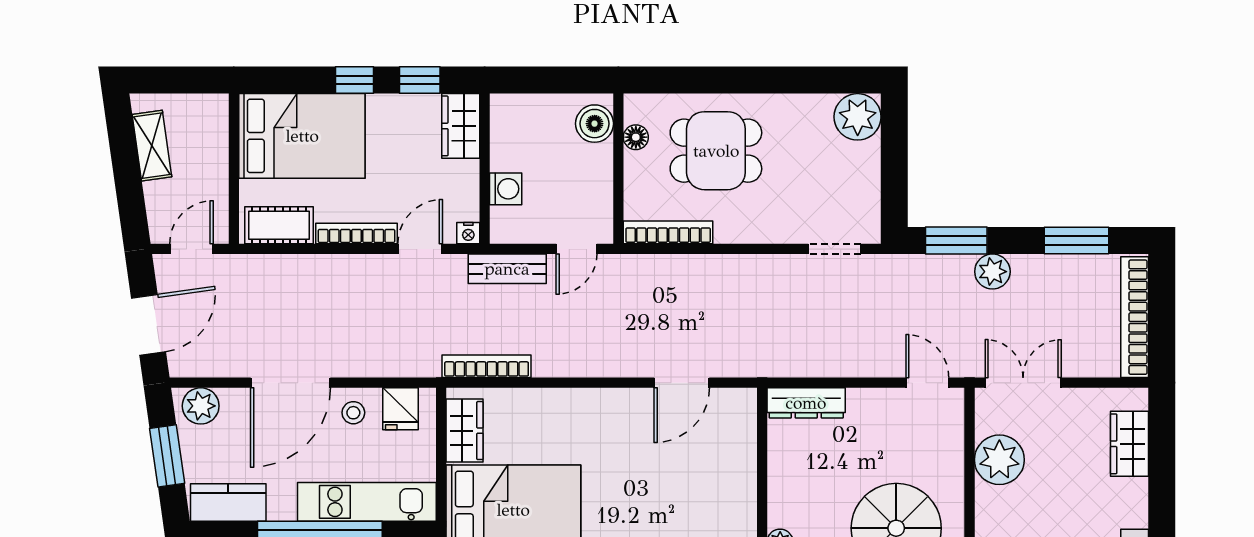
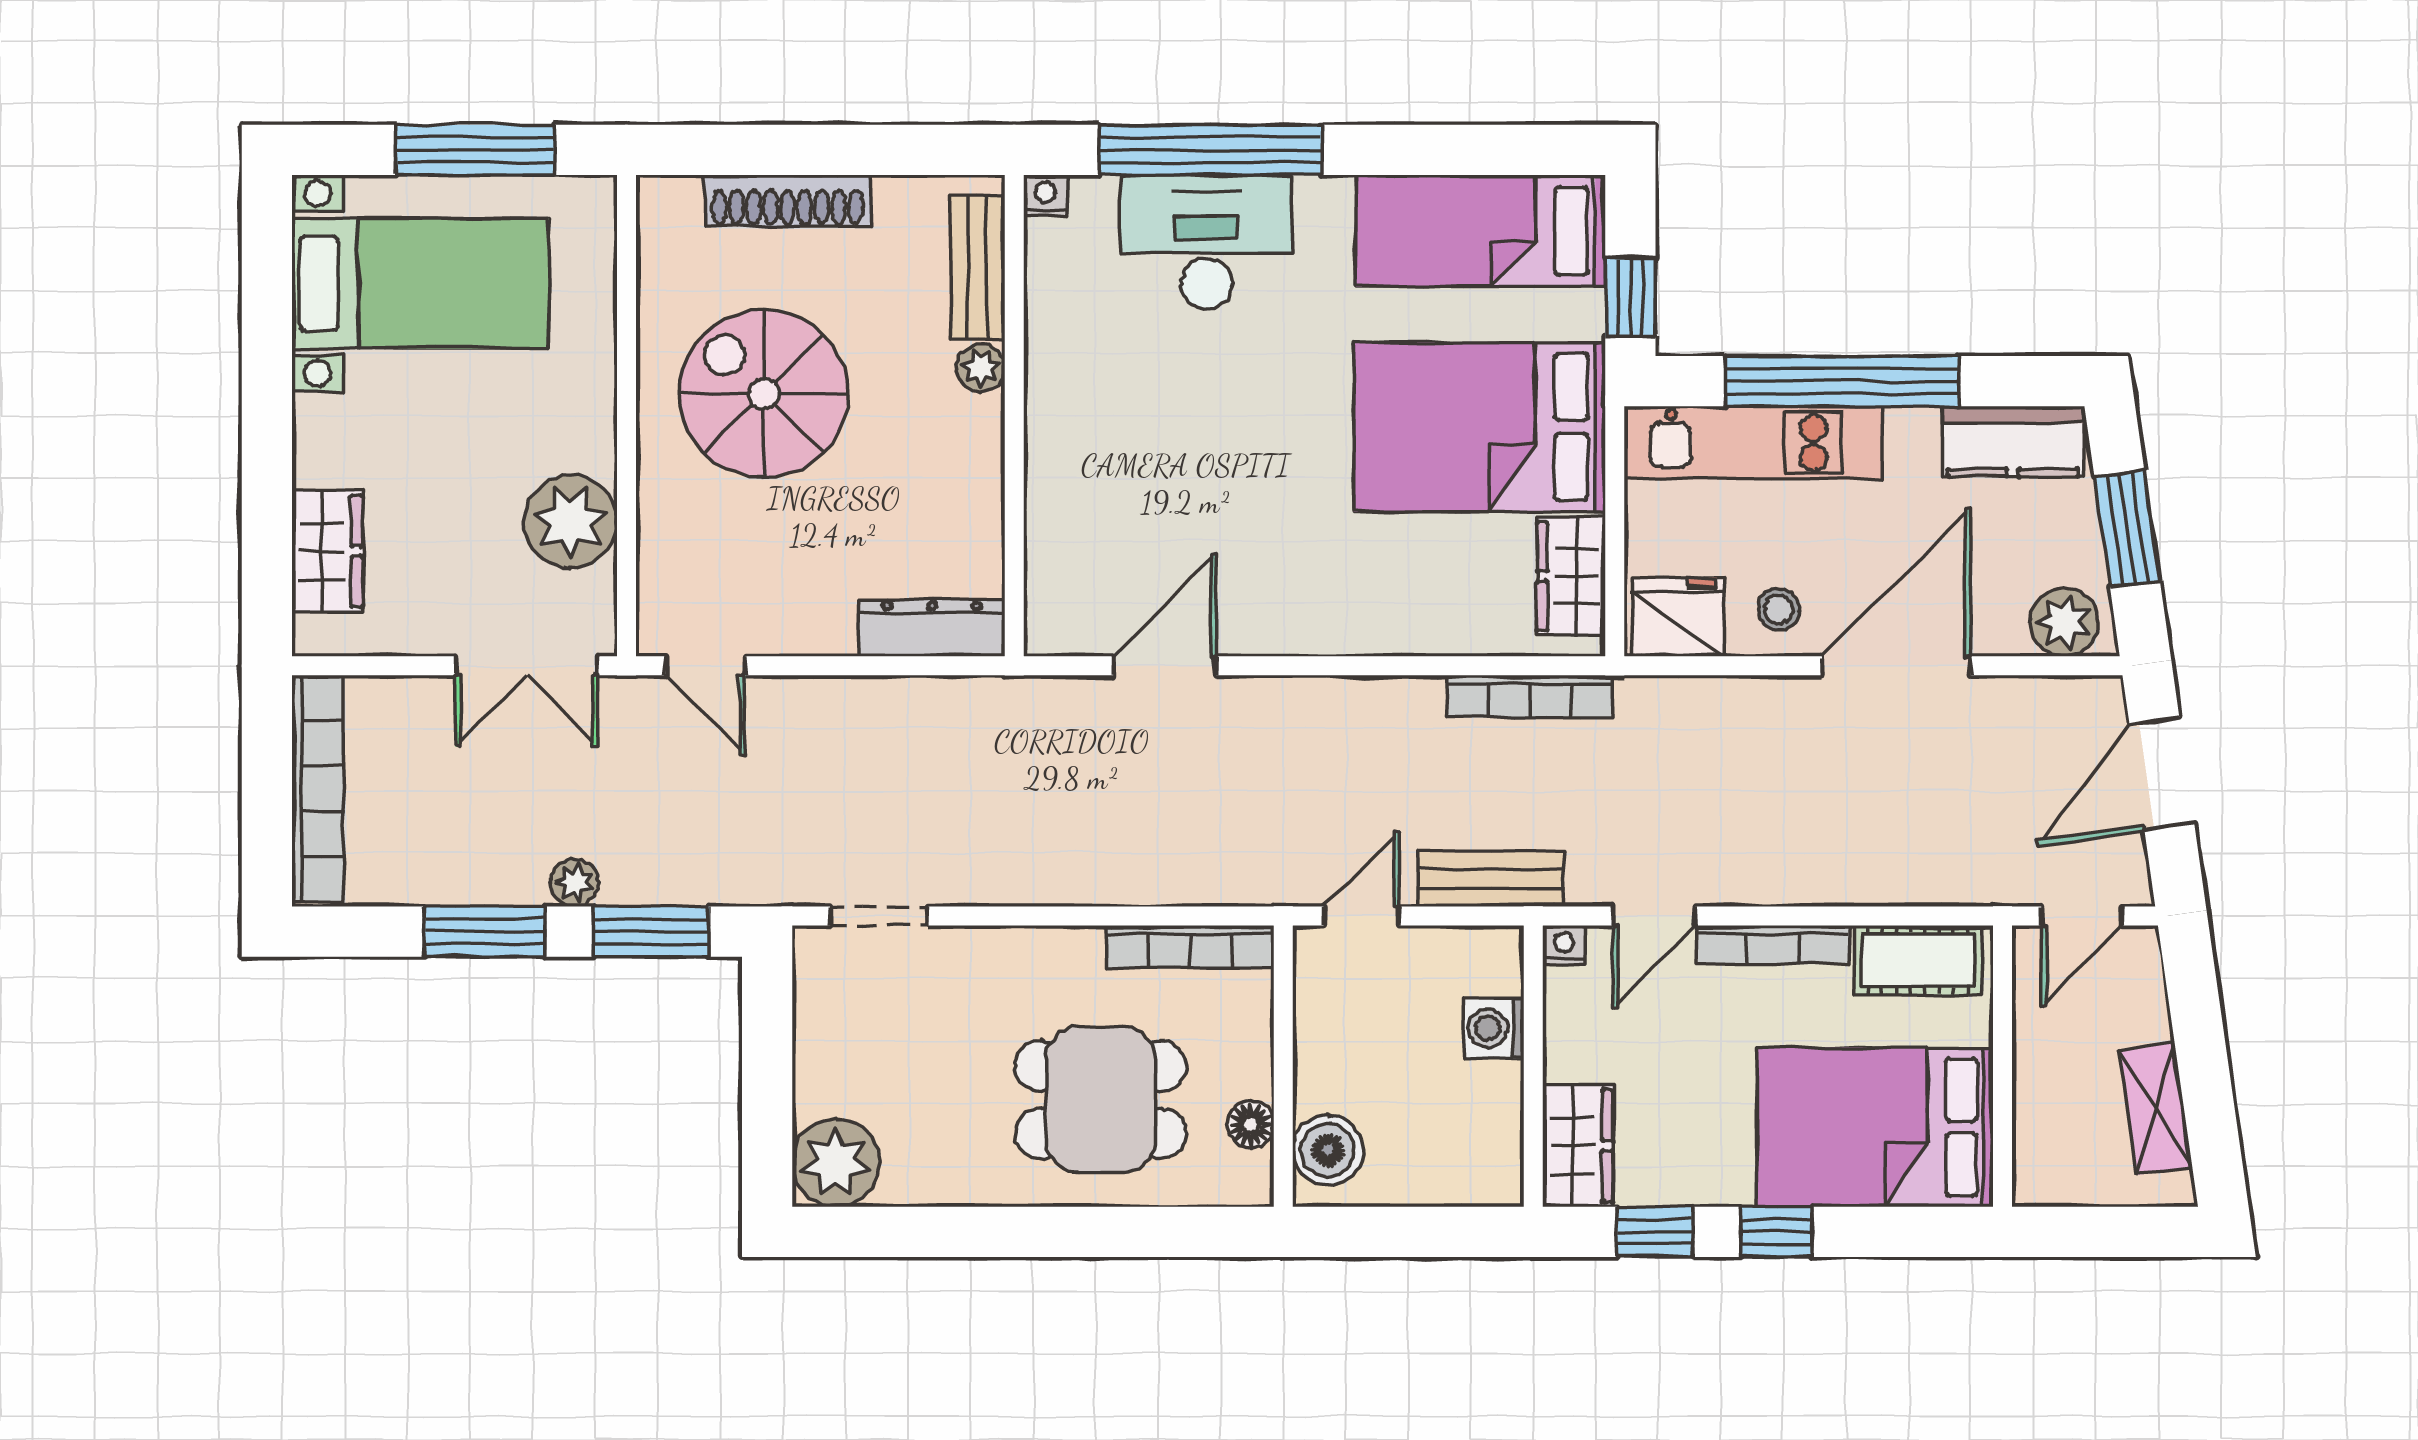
window: (1077, 240) -> (485, 932), moved
plant: (992, 272) -> (575, 883), width x0.73, depth x0.73
fridge: (401, 409) -> (1678, 617), width x1.38

